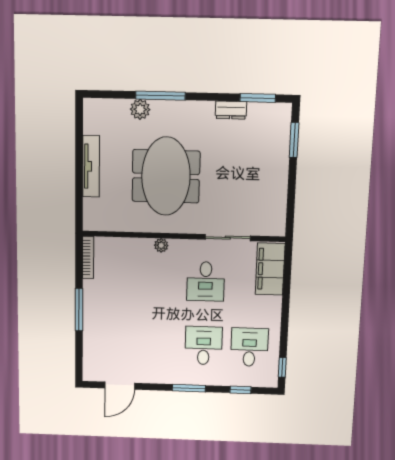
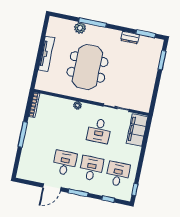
desk: (158, 344) -> (65, 163), added
door: (120, 386) -> (52, 187), moved

